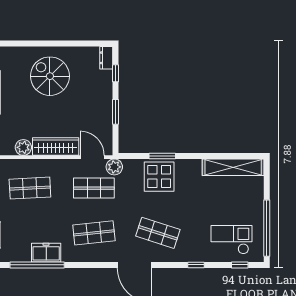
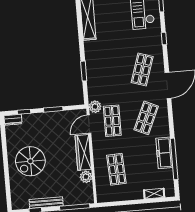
display table: (159, 177) -> (99, 72), removed
shop shelf: (94, 233) -> (146, 118), turned 30
freezer: (46, 253) -> (164, 153), width x1.40

